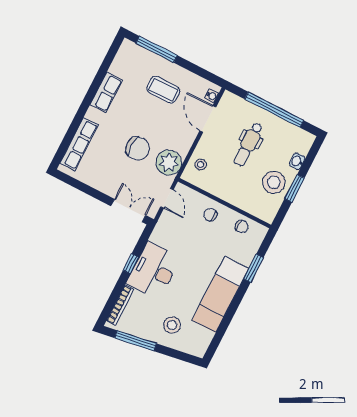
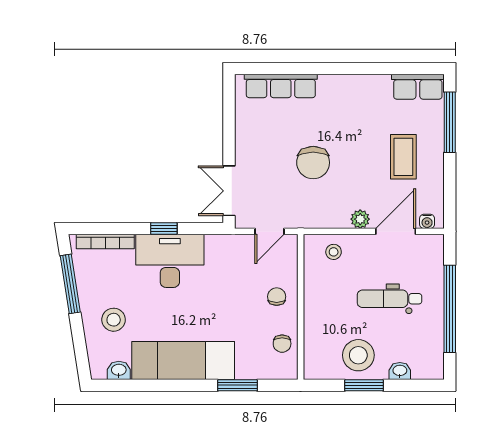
row of seats: (106, 92) -> (418, 87), moved
plant: (169, 163) -> (360, 219), moved, width x0.53, depth x0.53
double door: (128, 211) -> (229, 191), swing flipped
washbasin: (206, 338) -> (119, 370), added

